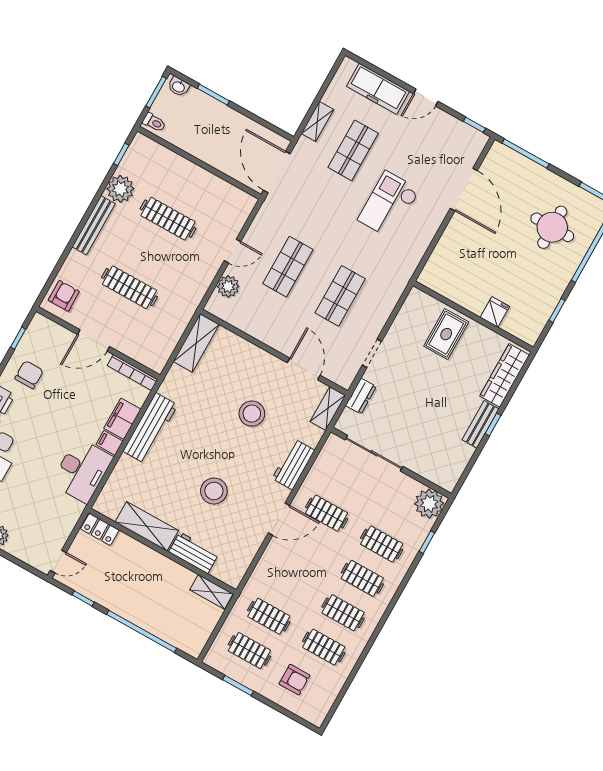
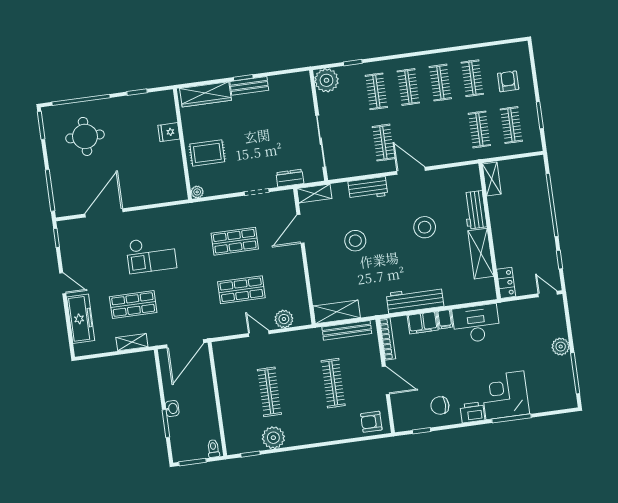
washbasin: (179, 87) -> (172, 409), moved
bench: (94, 225) -> (347, 330), moved
plant: (416, 296) -> (197, 192), added

